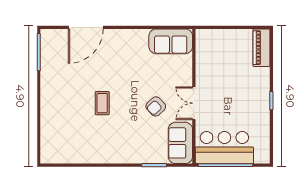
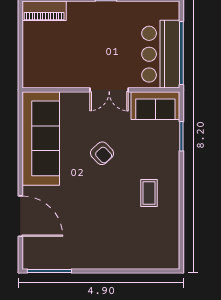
sofa: (171, 41) -> (41, 138), width x1.85, depth x1.27
coffee table: (102, 103) -> (149, 193), moved, turned 90
armchair: (156, 106) -> (102, 153), moved

